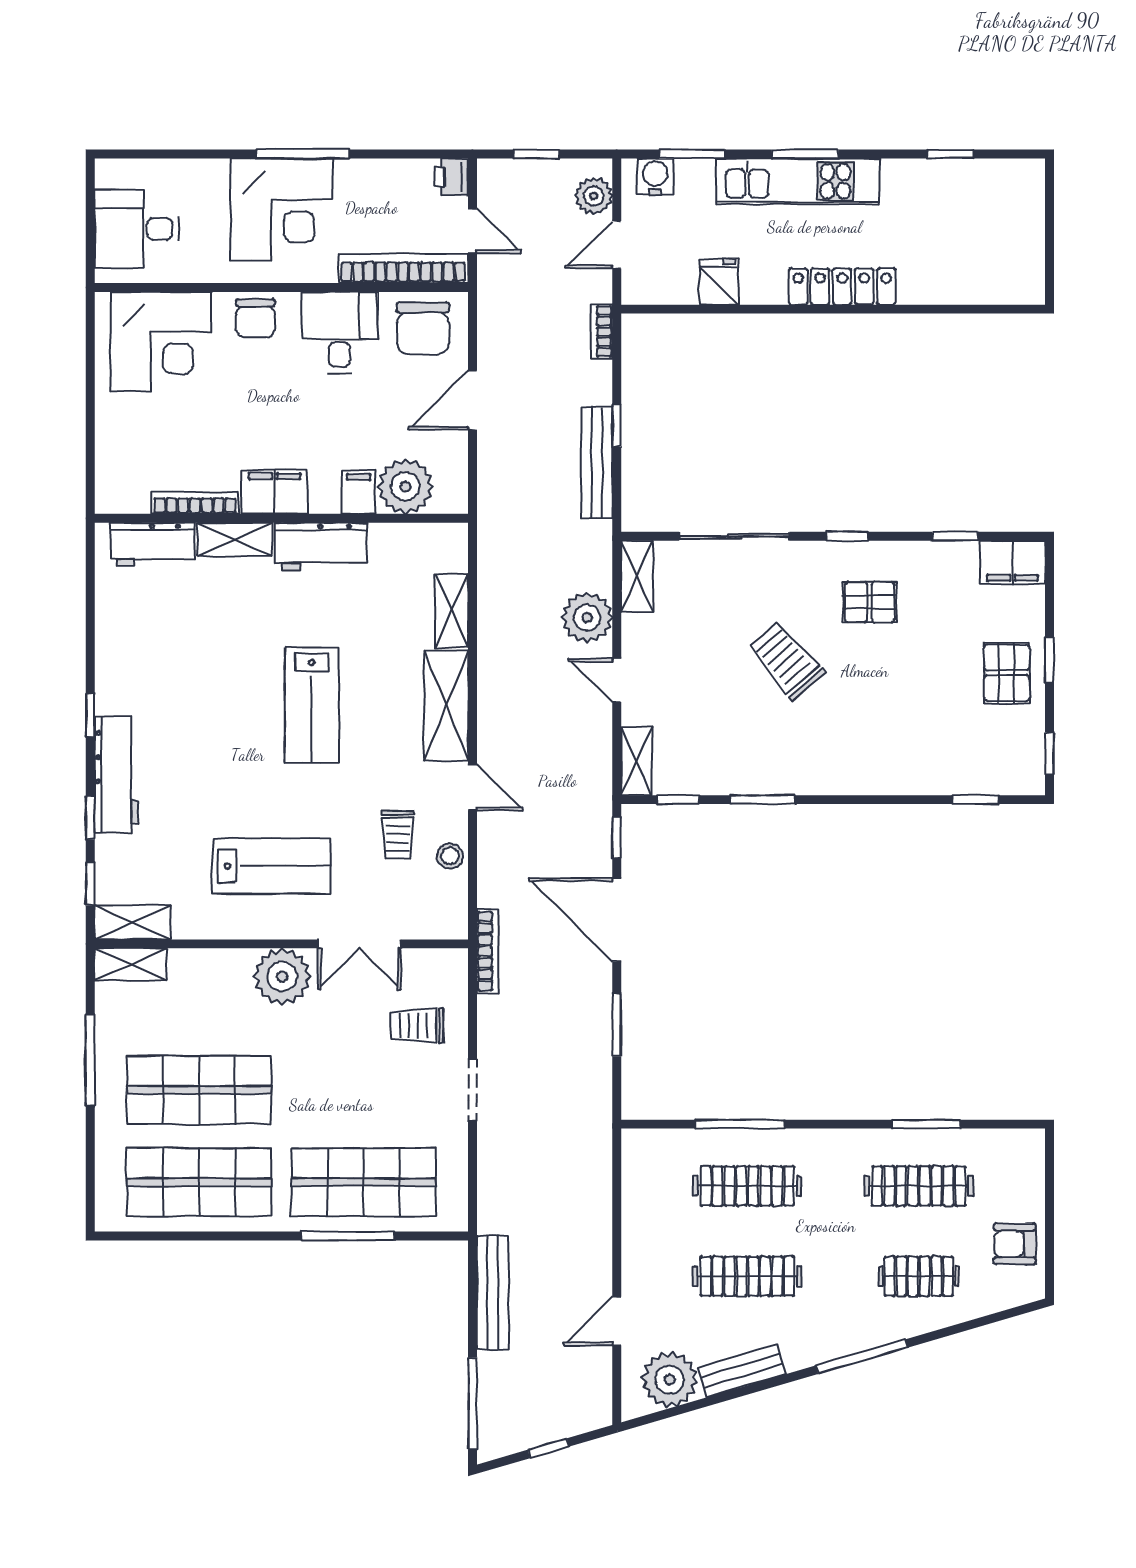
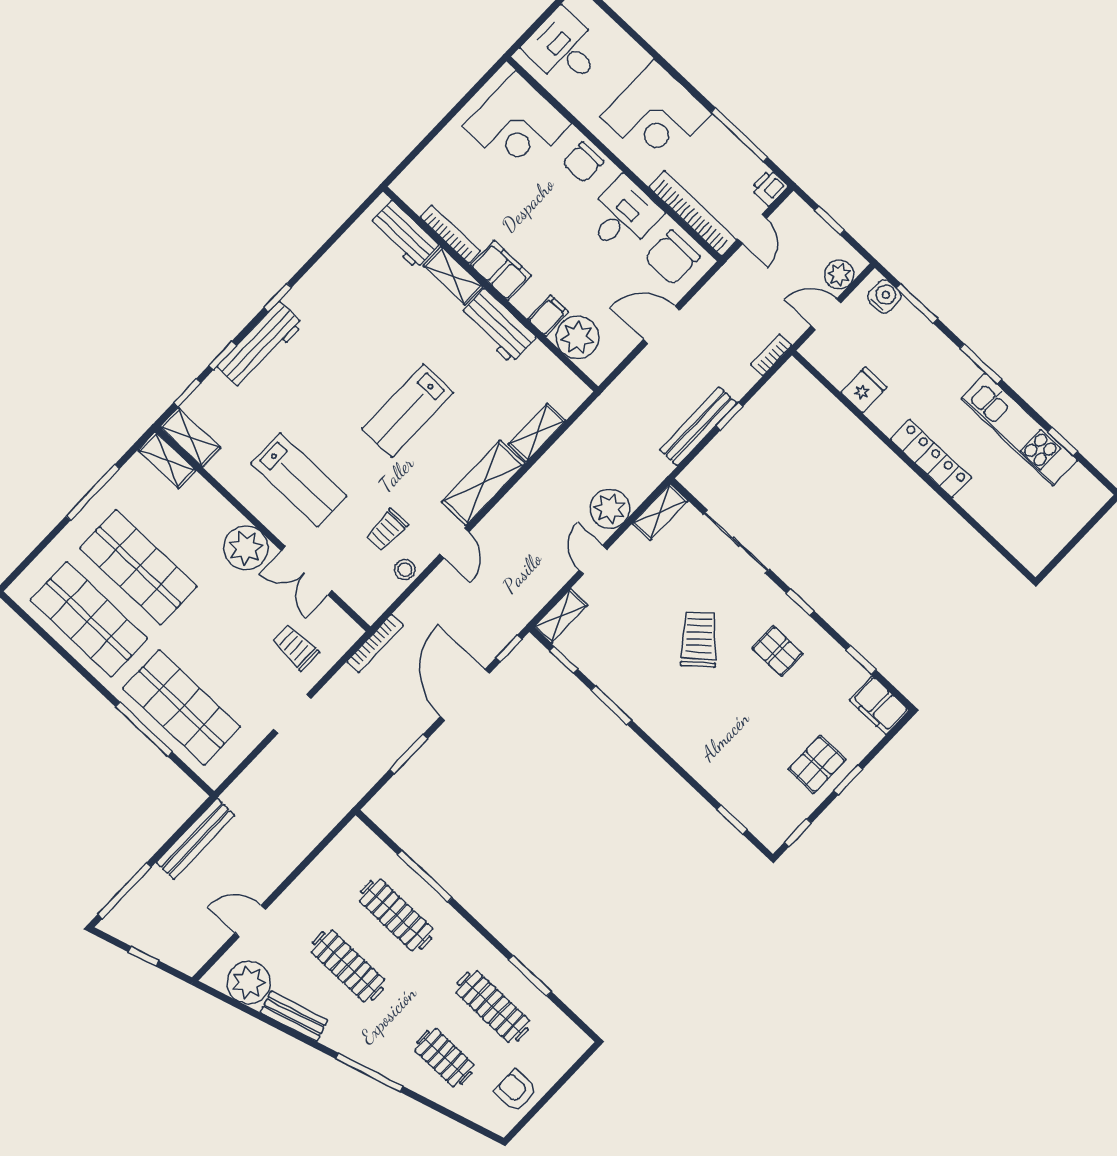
window: (303, 154) -> (739, 135), moved
kitchen unit: (798, 181) -> (1019, 430), moved

